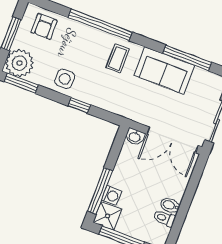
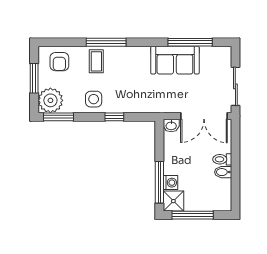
window: (100, 25) -> (106, 42), width x0.68
coffee table: (118, 58) -> (96, 61), moved
toilet: (164, 218) -> (222, 159), moved

